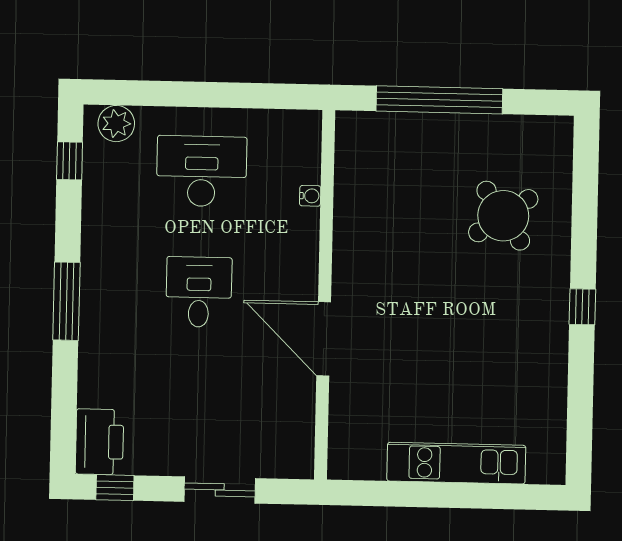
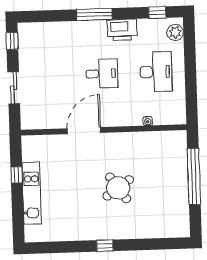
round table: (503, 216) -> (118, 188), moved
printer: (99, 442) -> (122, 30), moved
window: (414, 494) -> (17, 175), added

